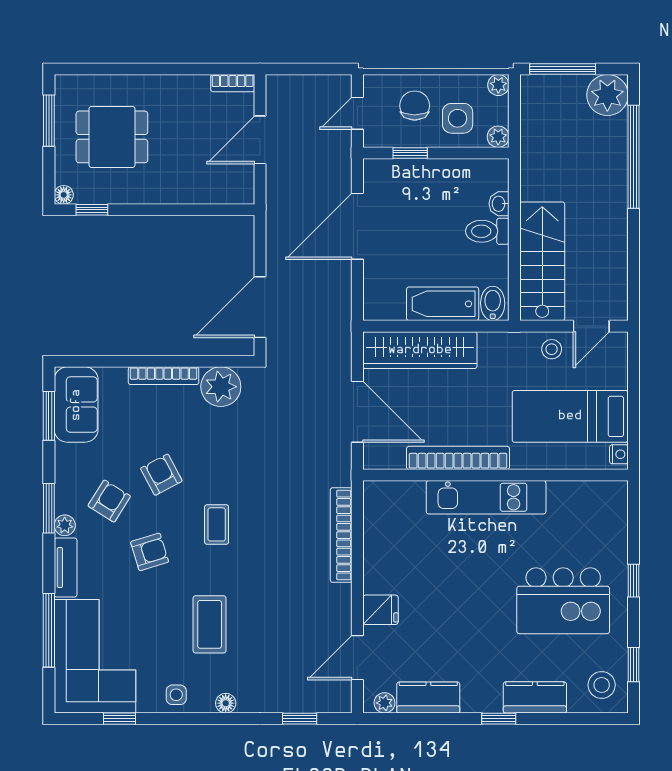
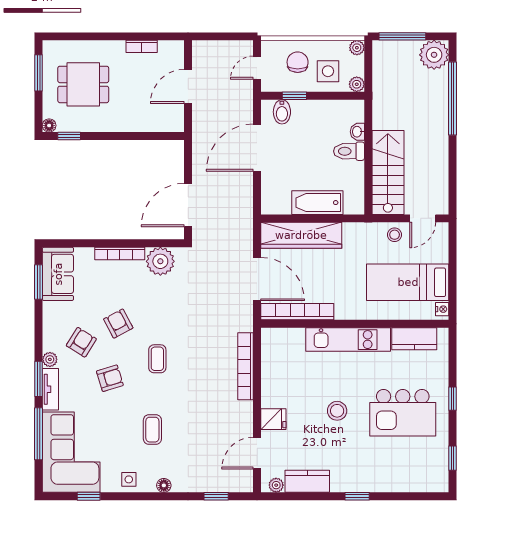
bookcase: (233, 83) -> (142, 46), moved
bidet: (493, 303) -> (282, 112), moved, turned 180
bookcase: (458, 458) -> (297, 312), moved
window: (49, 508) -> (39, 379), moved
coffee table: (210, 624) -> (152, 430), width x0.73, depth x0.77
stool: (602, 685) -> (337, 411), moved
kitchen counter: (535, 697) -> (414, 339), moved, turned 180

